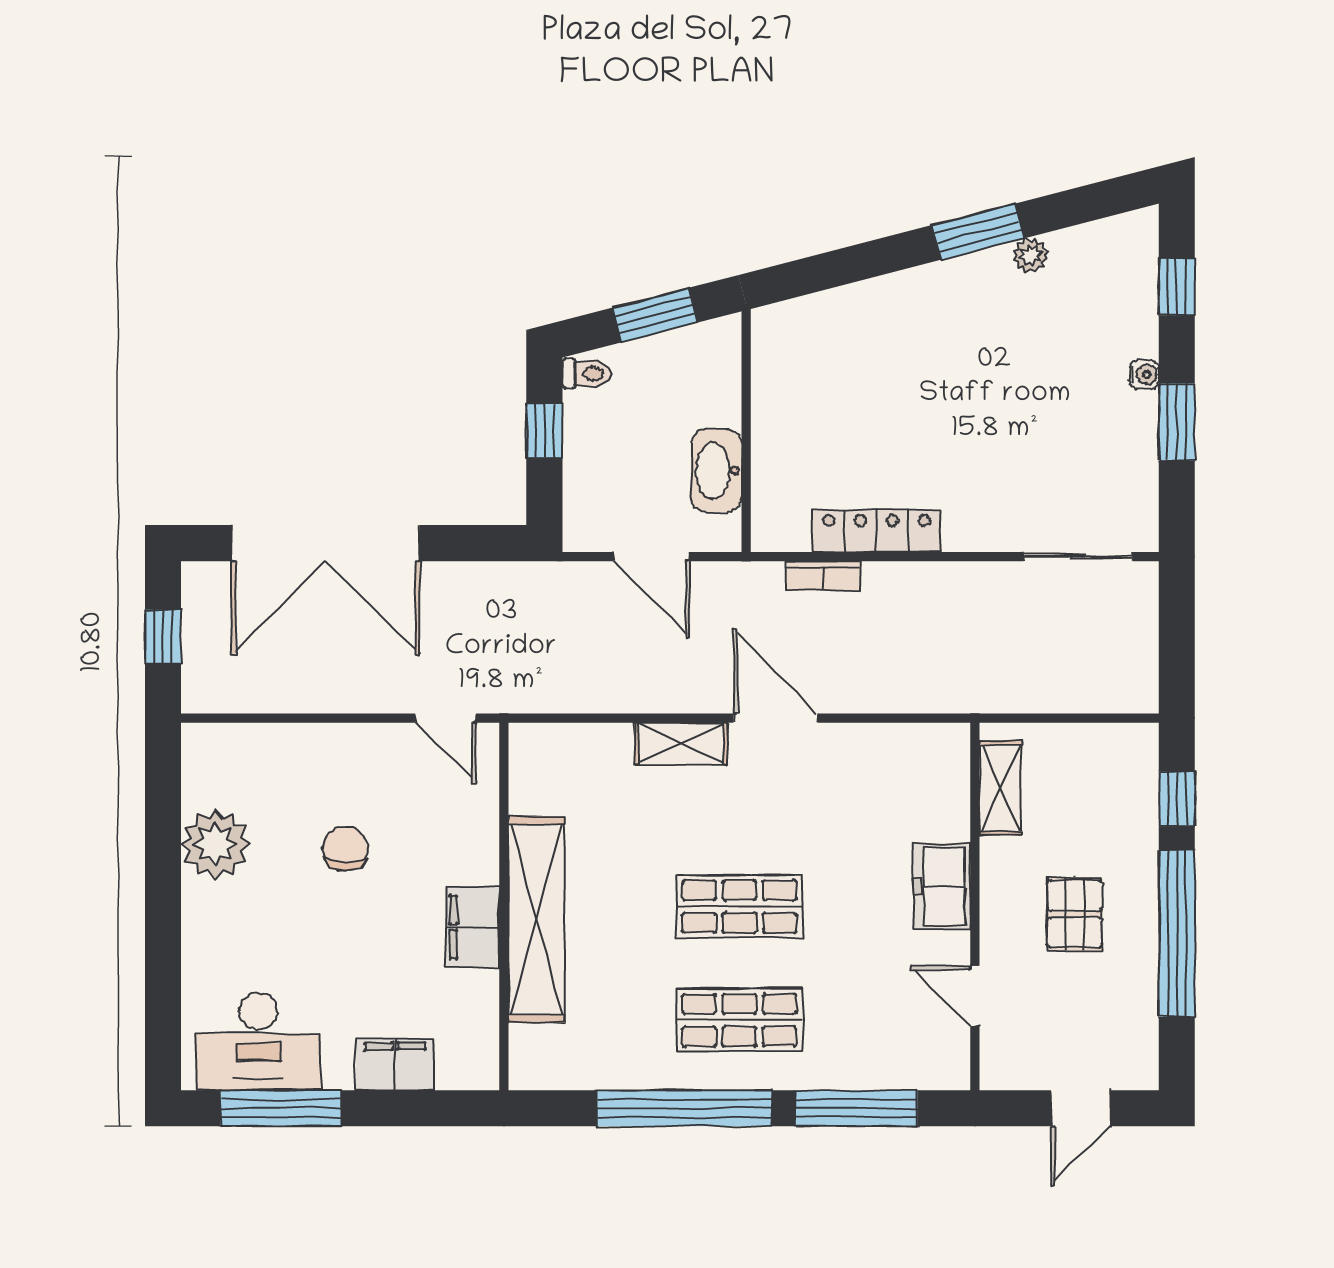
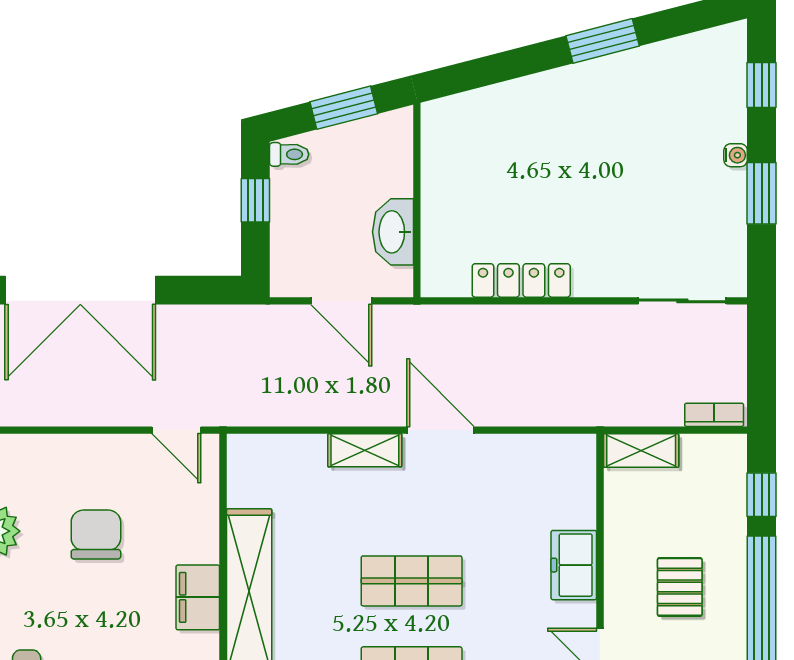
plant: (1031, 255) -> (644, 60), removed
bookcase: (824, 576) -> (714, 415), moved, turned 180
shelving: (1001, 788) -> (641, 451), moved, turned 90
chair: (345, 849) -> (96, 535), width x1.37, depth x1.37

